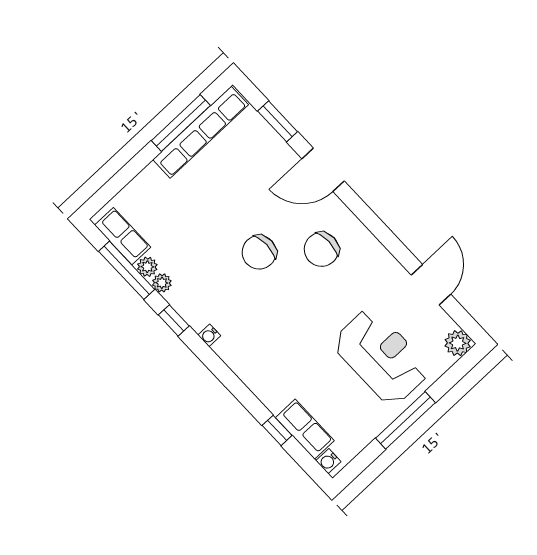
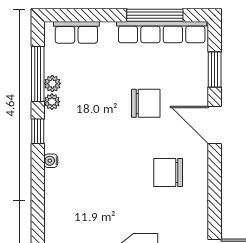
row of seats: (123, 236) -> (76, 32), moved, turned 90
chair: (259, 252) -> (146, 103), moved, turned 180

